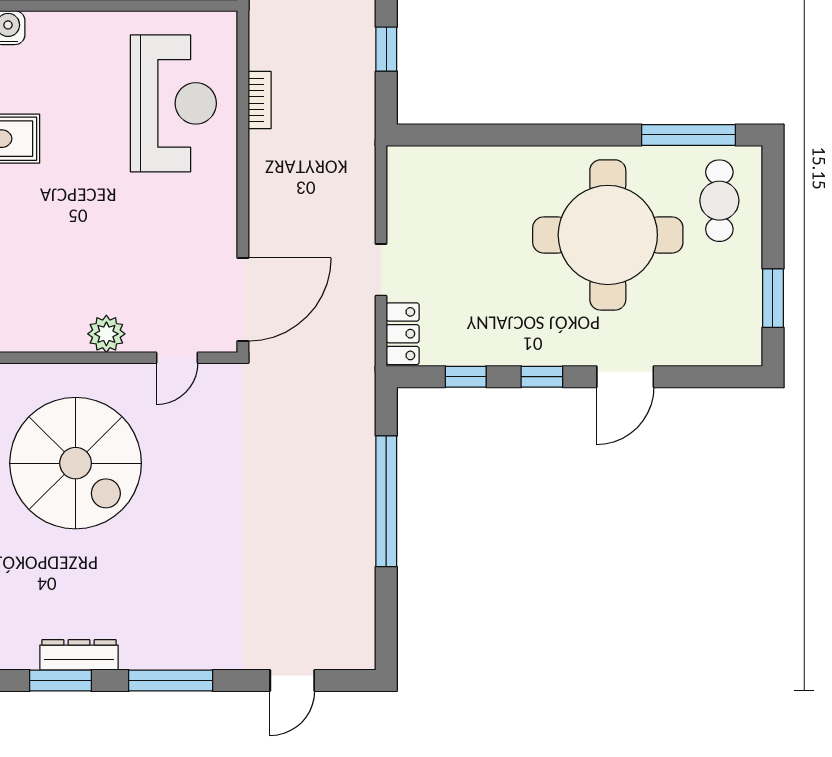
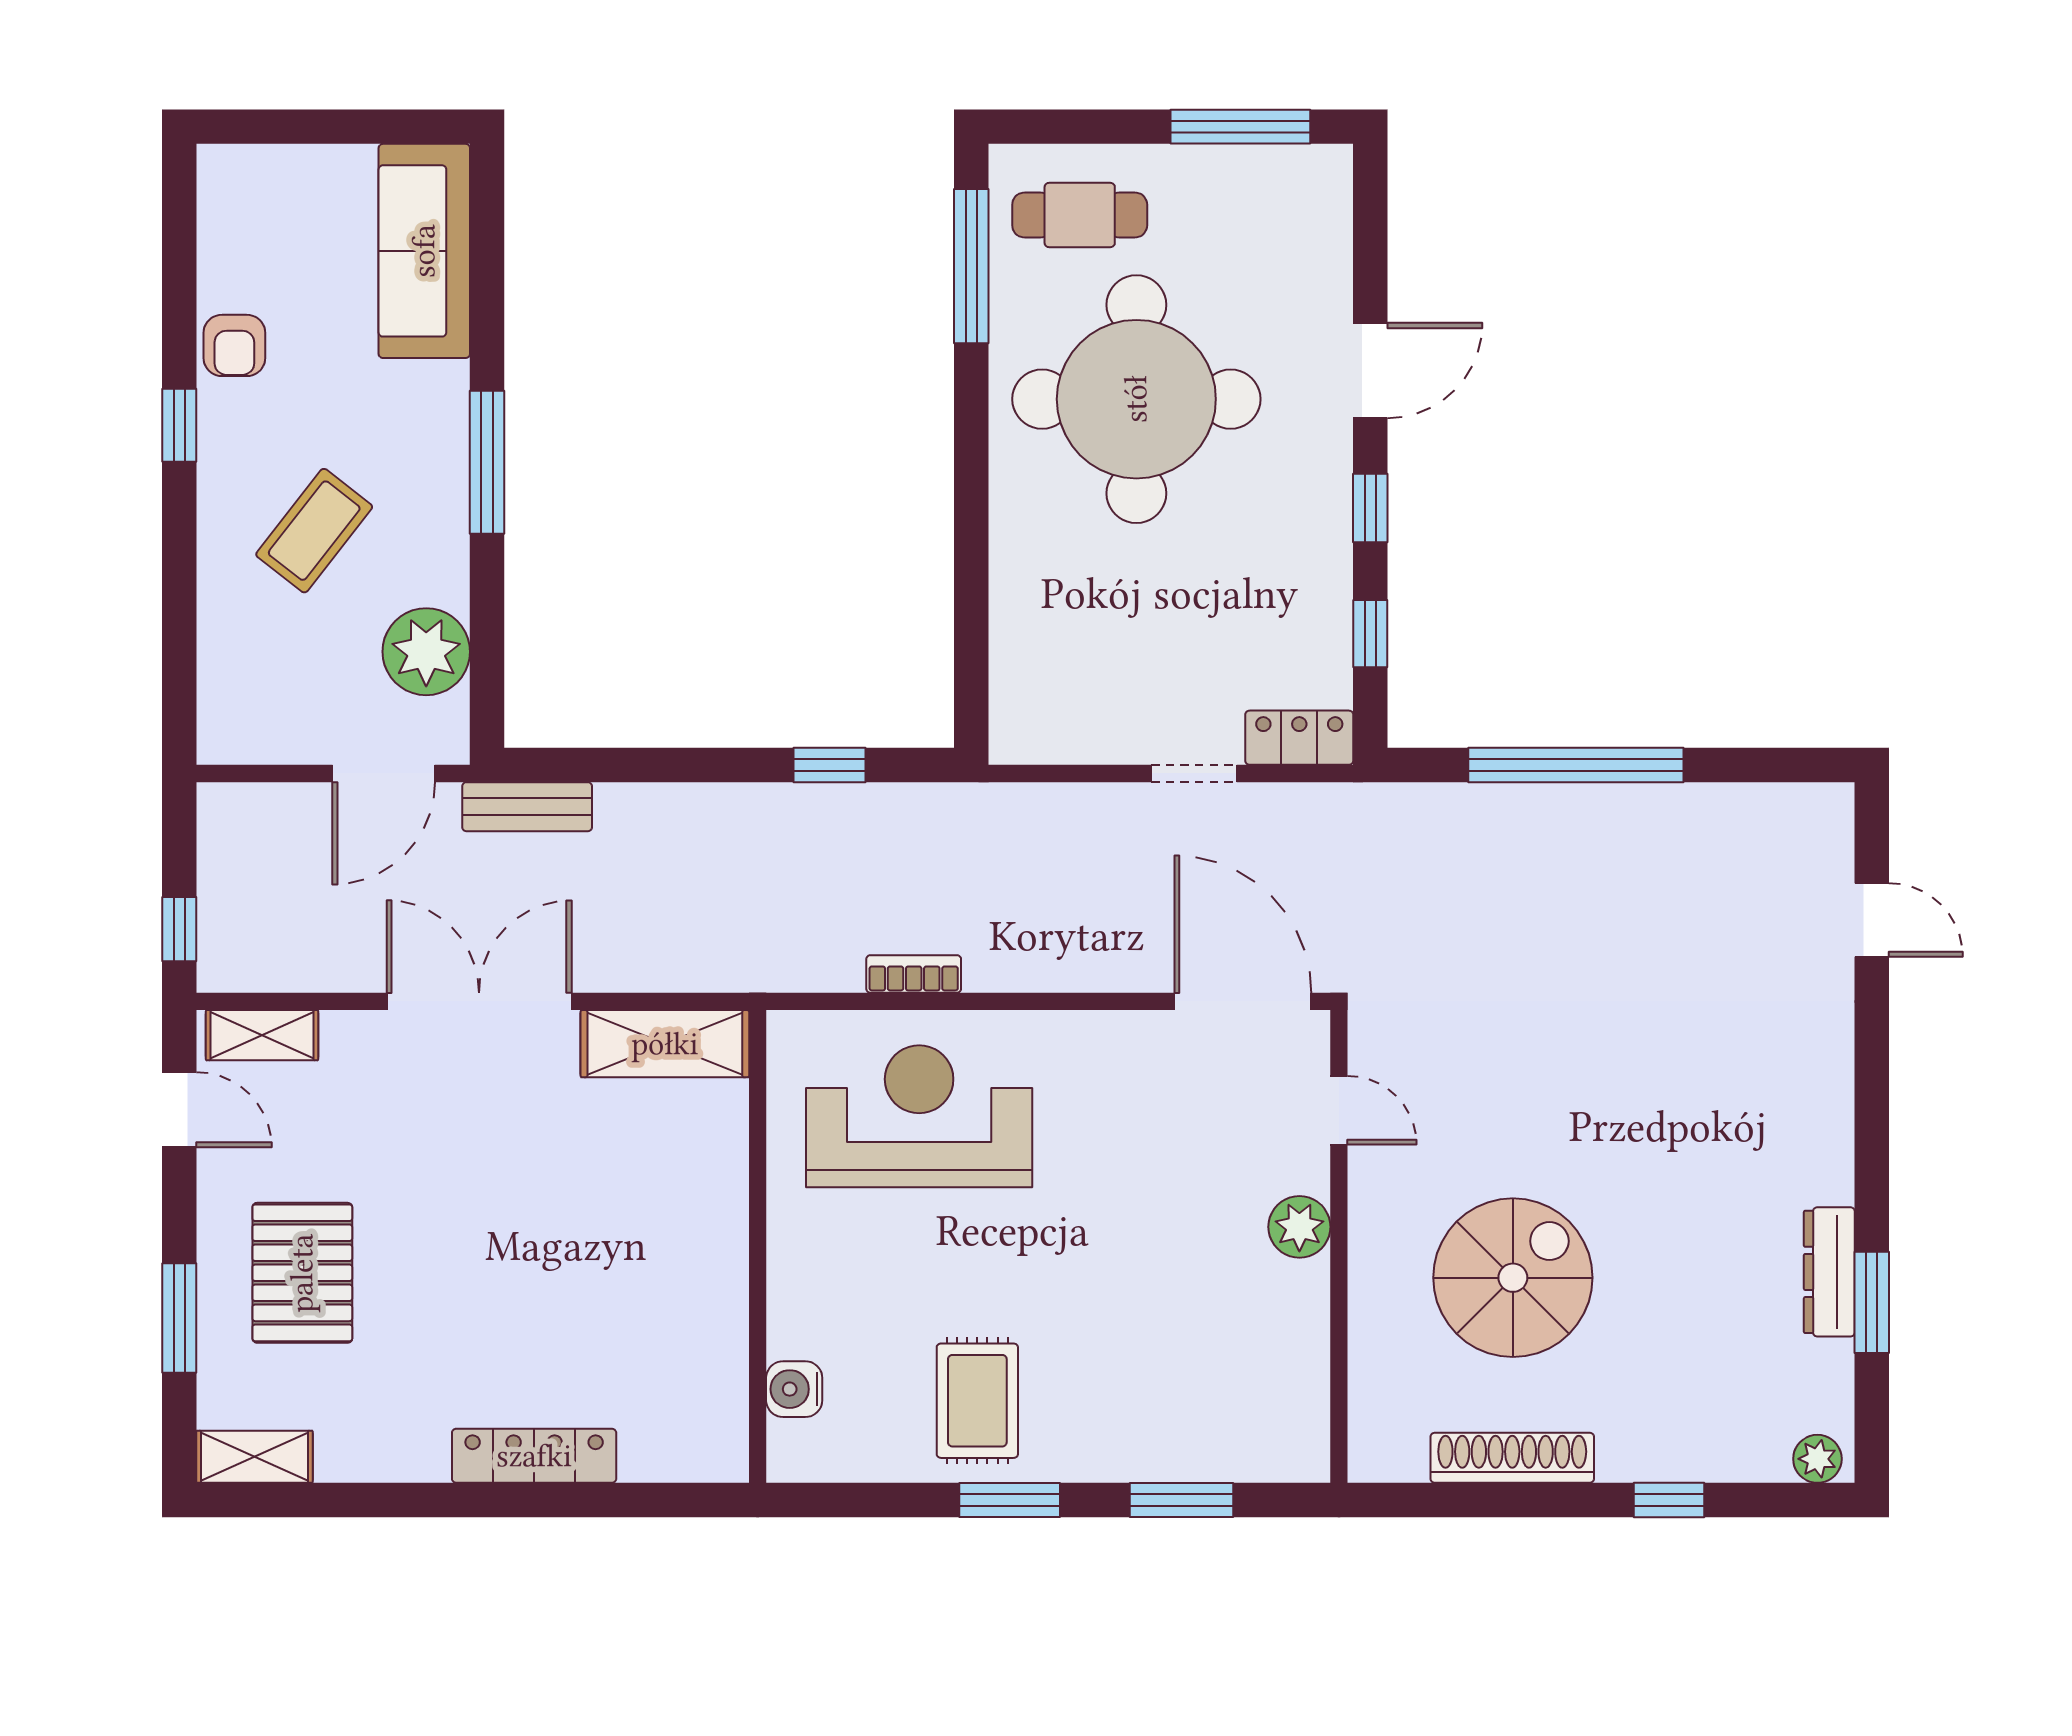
window: (773, 298) -> (1240, 127), width x1.44
door: (625, 377) -> (1370, 371), hinge flipped
spiral stairs: (76, 463) -> (1513, 1278), width x0.73, depth x0.73
window: (171, 681) -> (1872, 1121), removed

